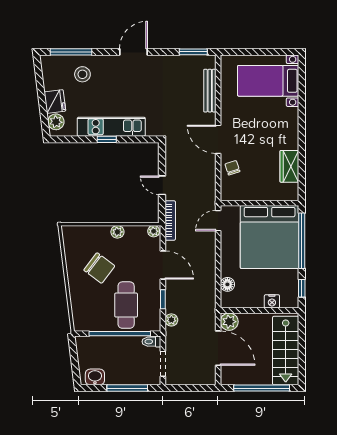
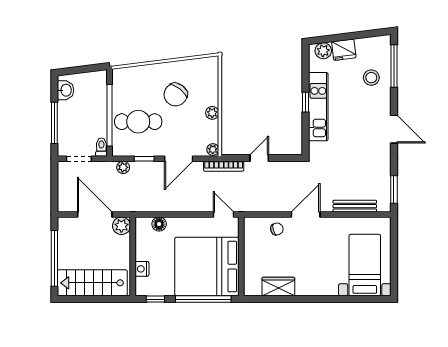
door: (218, 348) -> (95, 215), swing flipped

